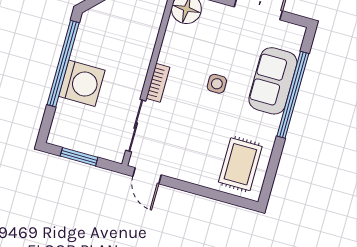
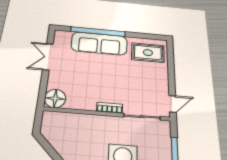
sofa: (273, 81) -> (99, 43), width x1.36
side table: (217, 84) -> (101, 73), removed

